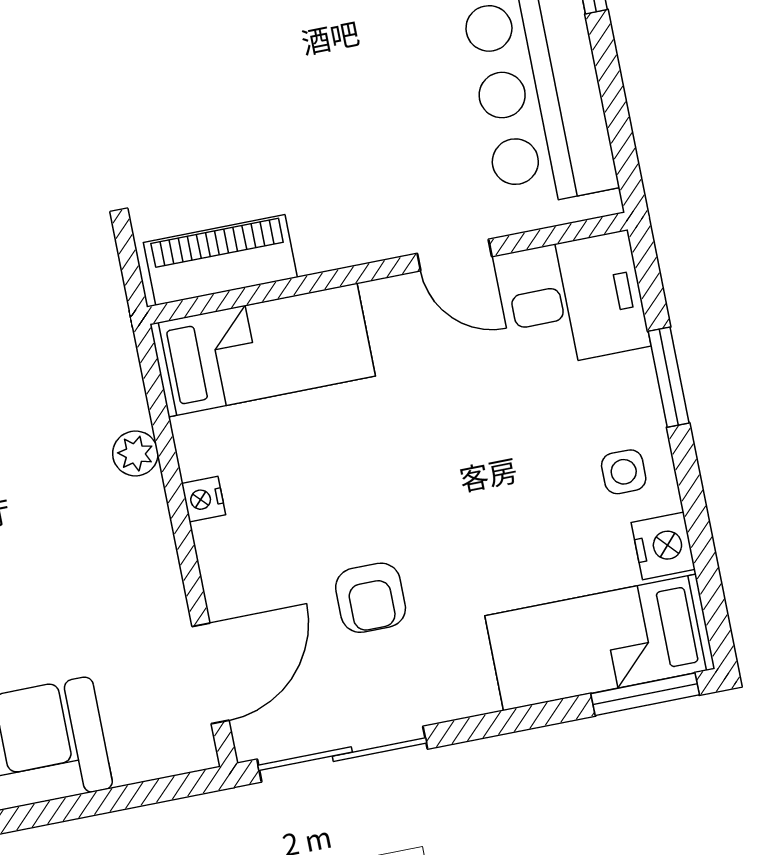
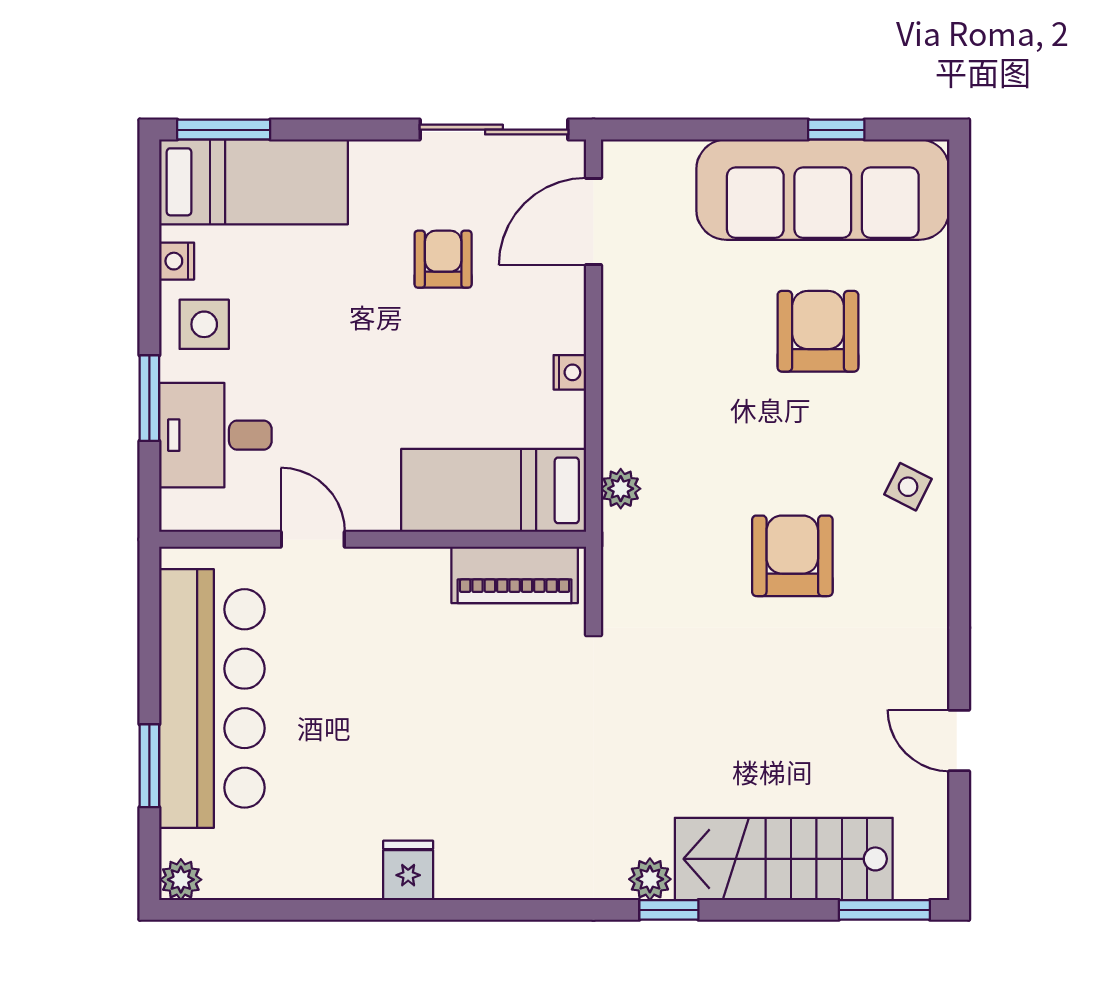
desk: (577, 300) -> (215, 435), moved
plant: (135, 453) -> (621, 489), moved
side table: (624, 472) -> (204, 324), width x1.37, depth x1.37
nightstand: (663, 546) -> (177, 261), width x0.72, depth x0.74

